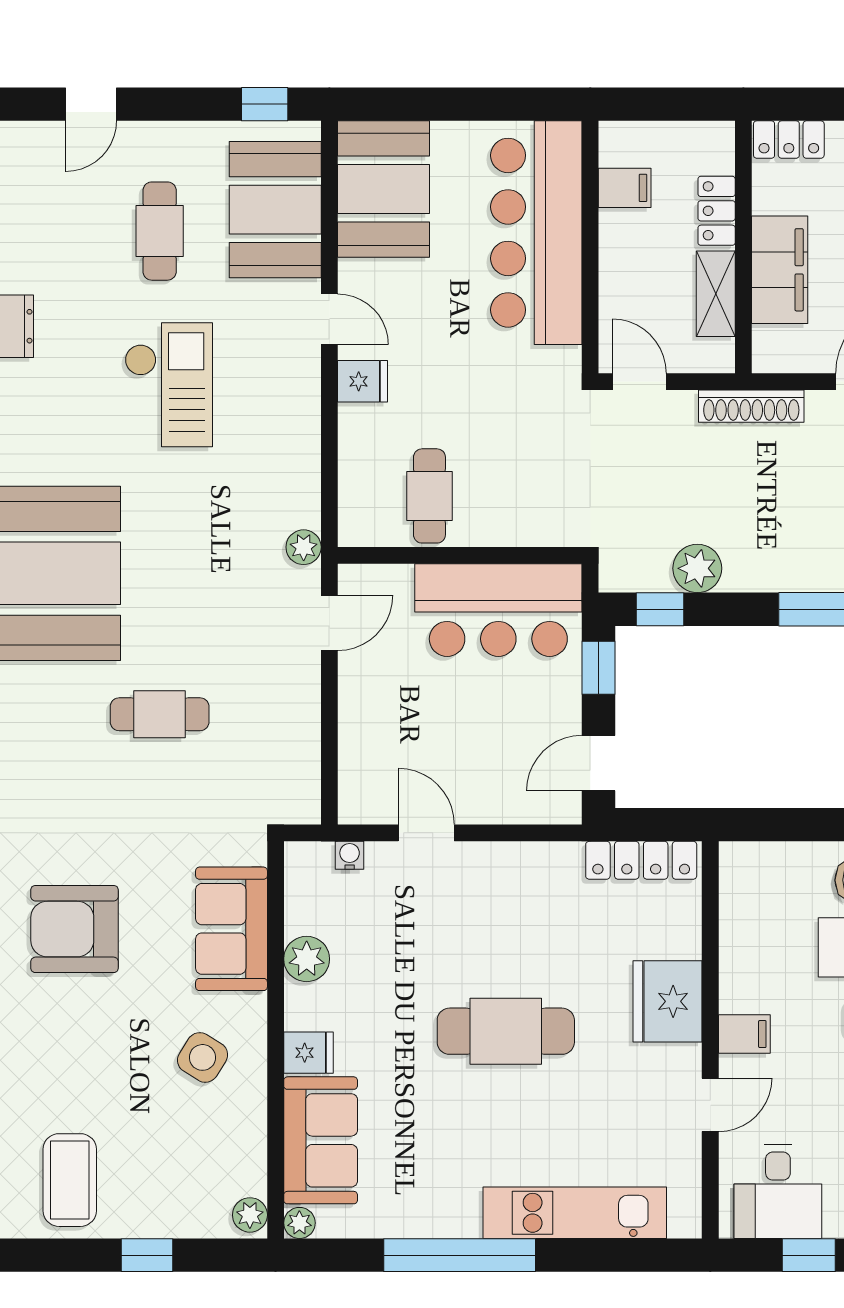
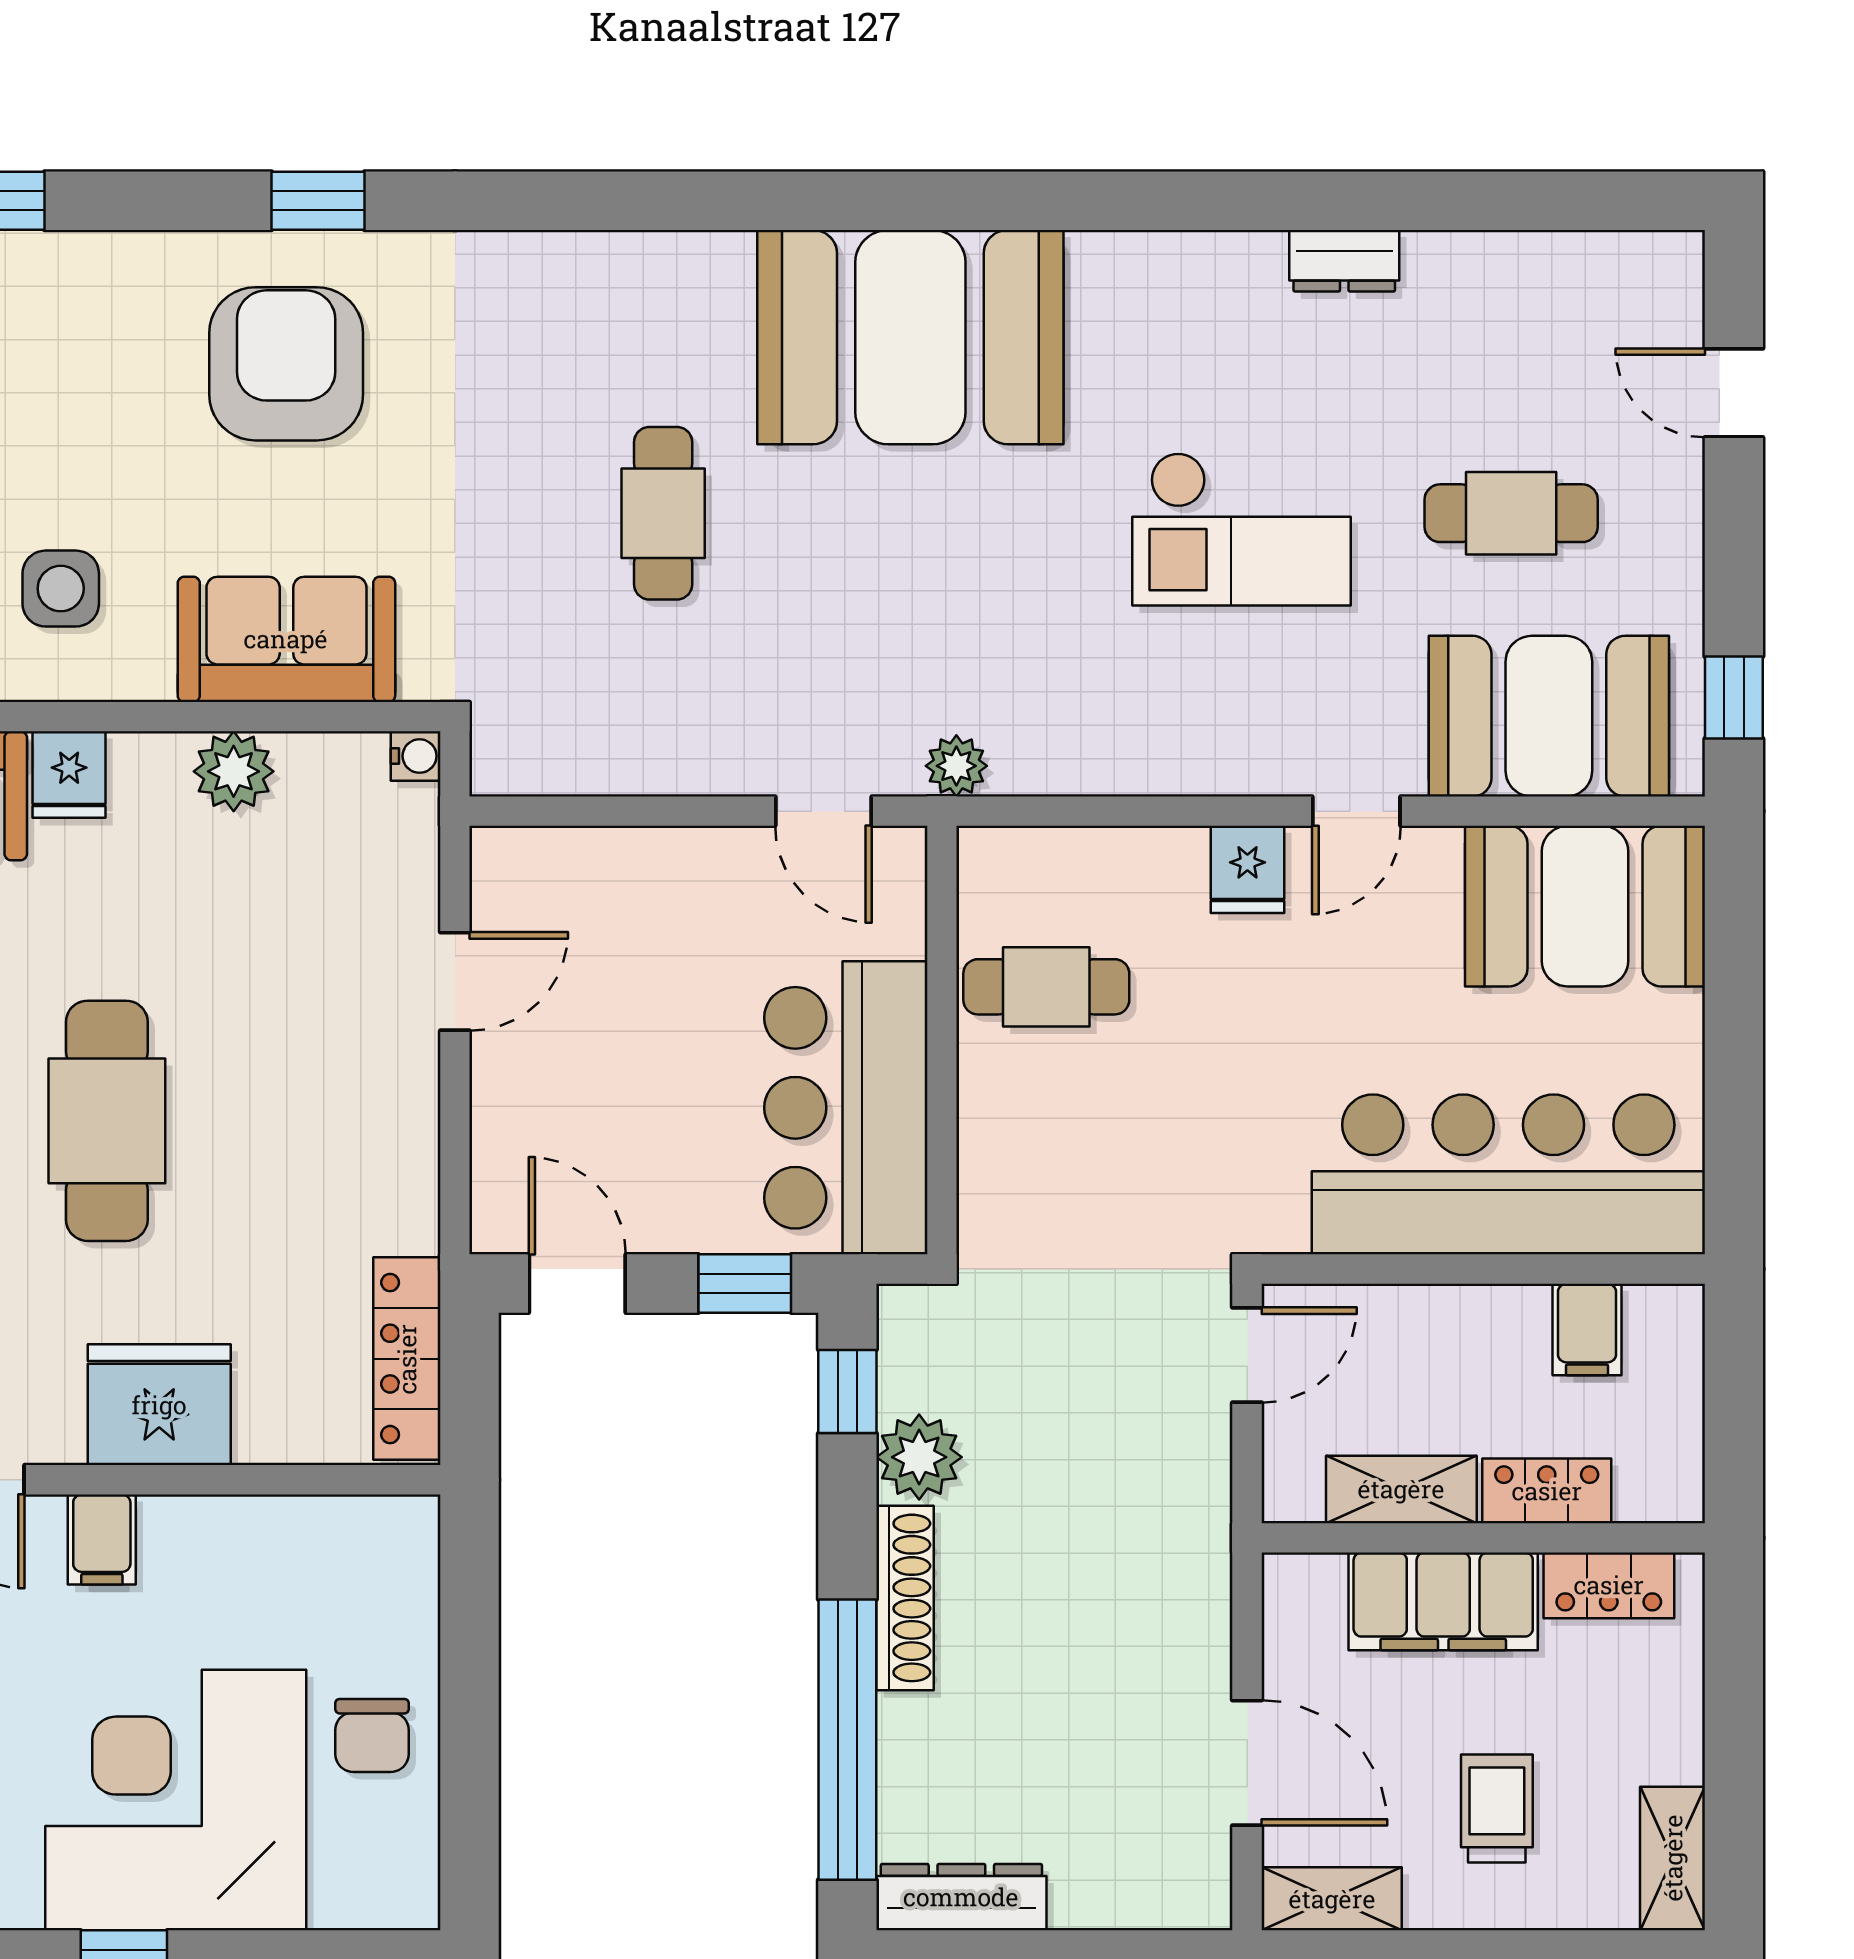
locker: (789, 140) -> (1609, 1585), moved, turned -90
shoe rack: (751, 406) -> (905, 1598), moved, turned 180
water cooler: (350, 855) -> (416, 756), moved
side table: (203, 1057) -> (61, 589), turned -32

